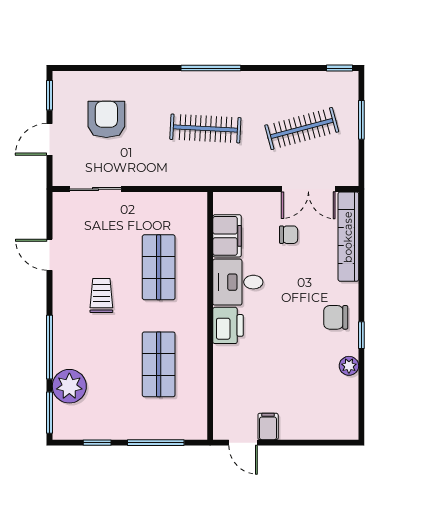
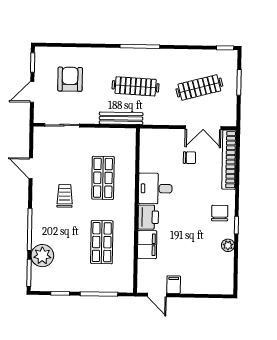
bench: (184, 177) -> (121, 118), added
filing cabinet: (227, 236) -> (147, 245), moved
chair: (336, 317) -> (220, 213), turned 90

